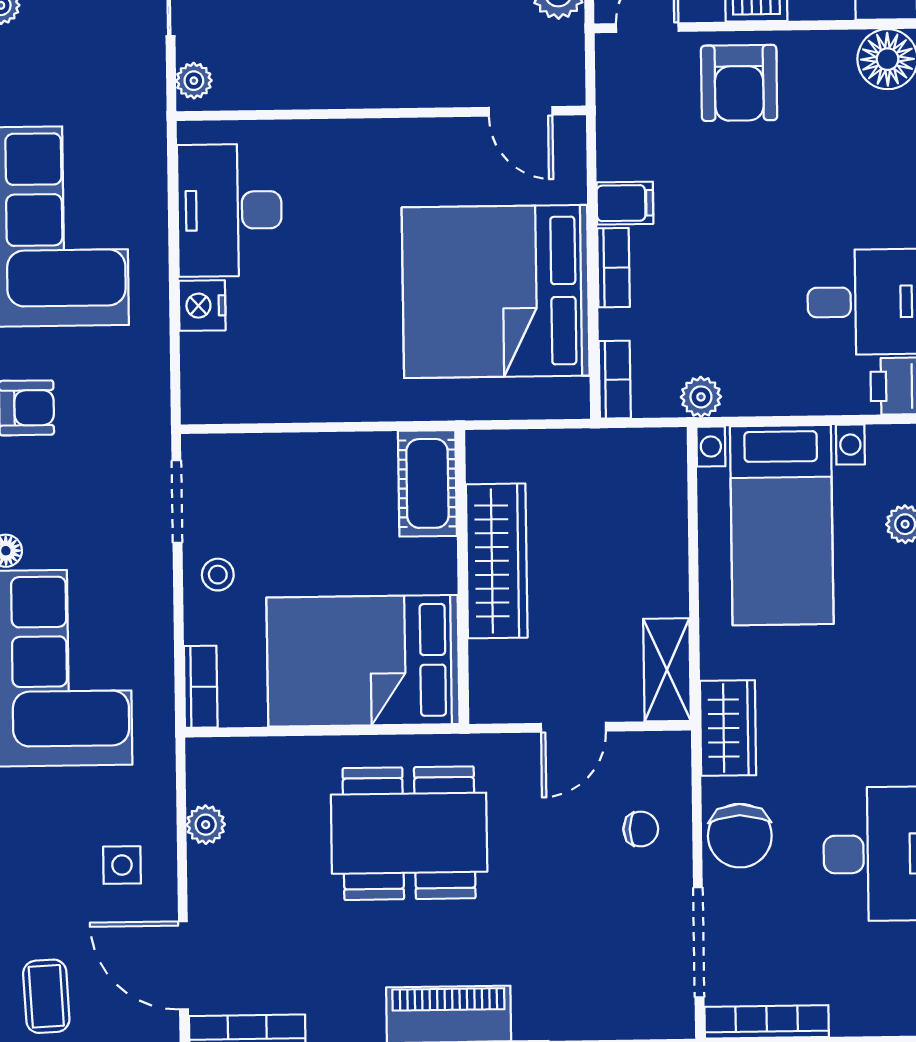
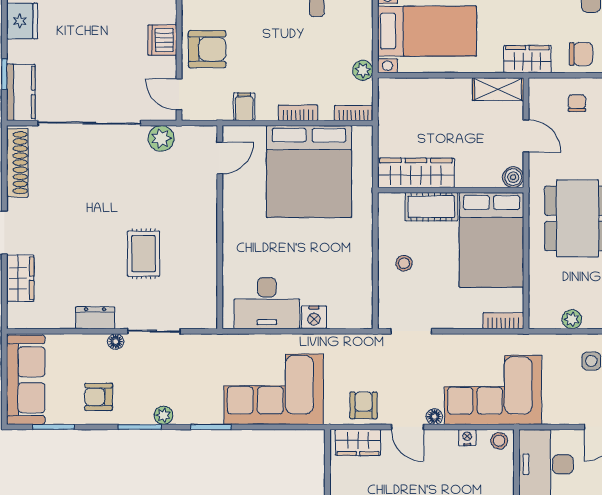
plant: (194, 81) -> (202, 320), removed
filing cabinet: (625, 203) -> (244, 107), moved
cot: (427, 483) -> (431, 207), moved
wardrobe: (497, 561) -> (416, 173), moved
stool: (218, 575) -> (404, 263), moved
boiler: (490, 703) -> (513, 177), added
chair: (740, 836) -> (581, 54), width x0.73, depth x0.73

